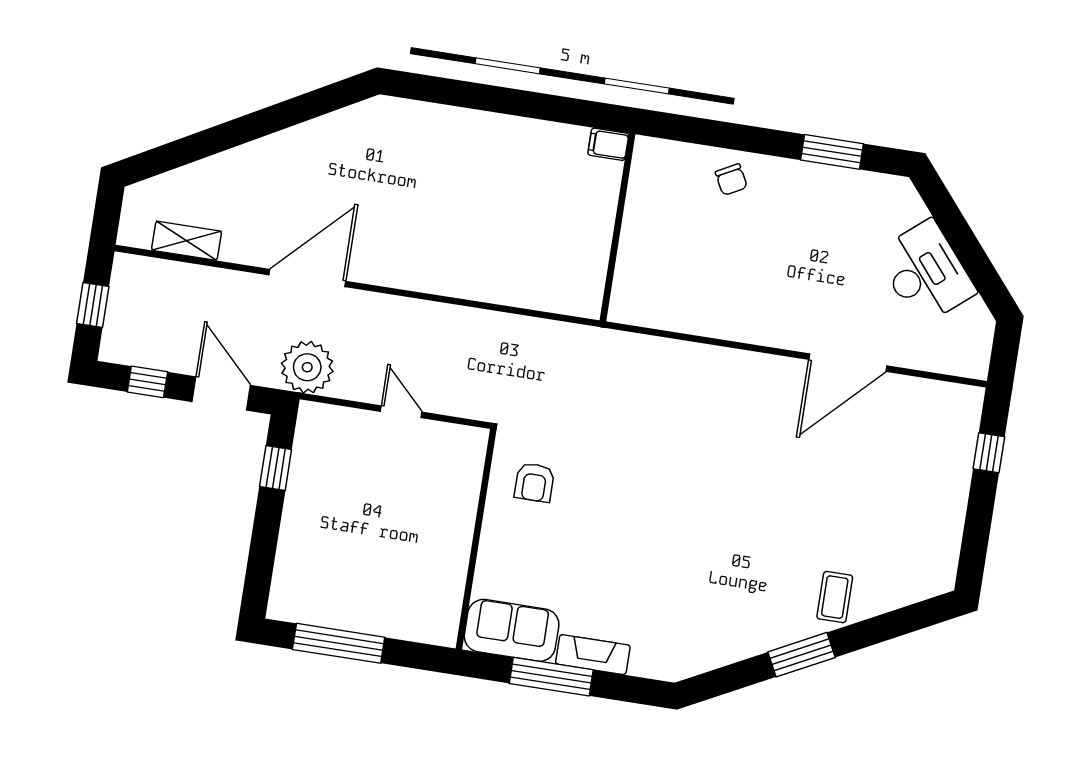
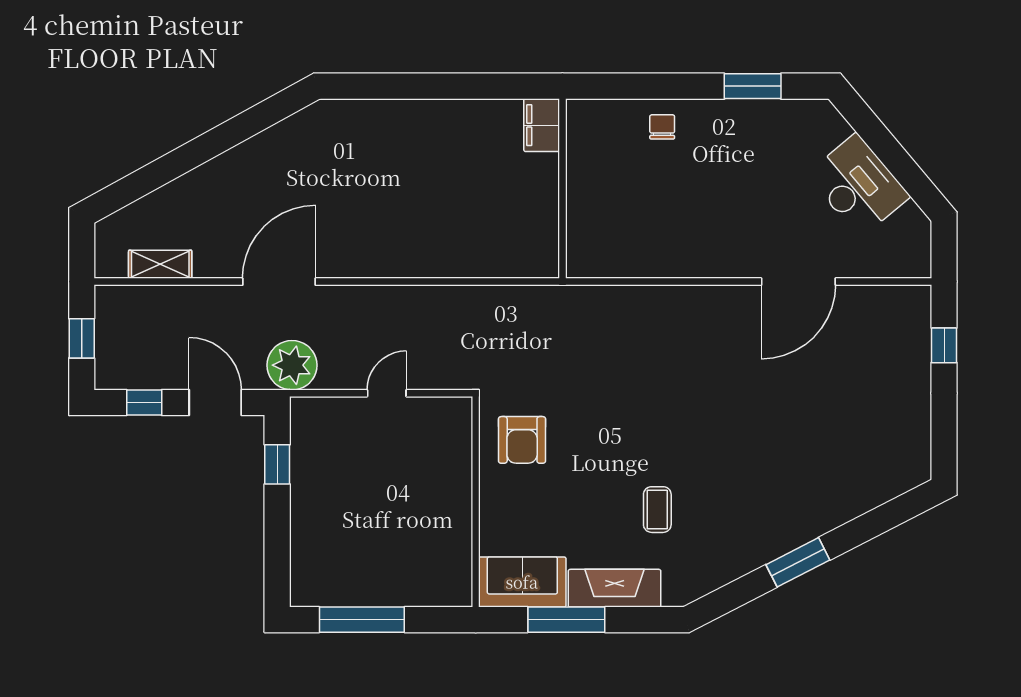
filing cabinet: (608, 144) -> (542, 125), width x2.00
chair: (731, 180) -> (662, 127), turned -152
door: (401, 412) -> (387, 393), hinge flipped
armchair: (534, 482) -> (522, 440), width x1.38, depth x1.38
coffee table: (835, 597) -> (657, 510), moved
fireplace: (593, 655) -> (615, 588), width x1.37, depth x1.32

